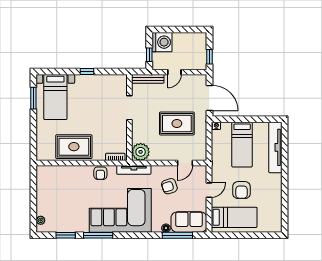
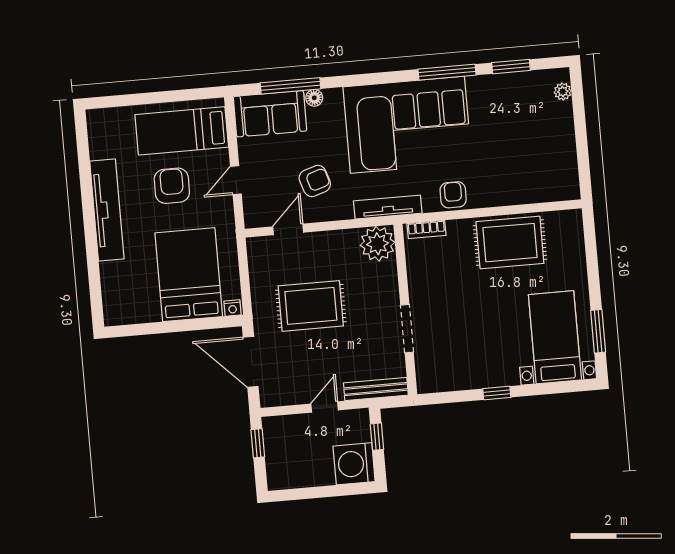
bed: (242, 145) -> (189, 275), width x1.50
tv unit: (275, 147) -> (107, 210), moved

